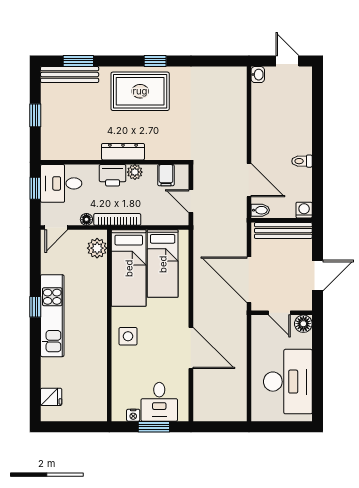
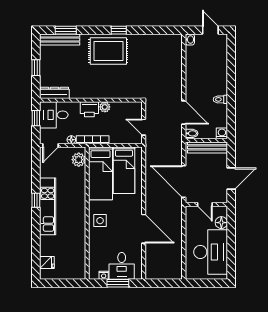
dresser: (123, 152) -> (54, 93), moved
filing cabinet: (166, 175) -> (126, 109), removed
floor lamp: (303, 324) -> (221, 223), moved

